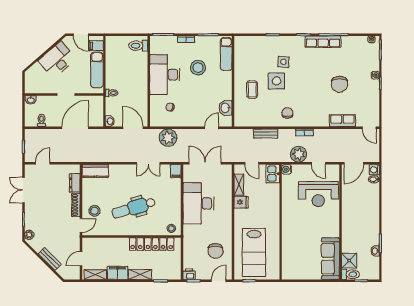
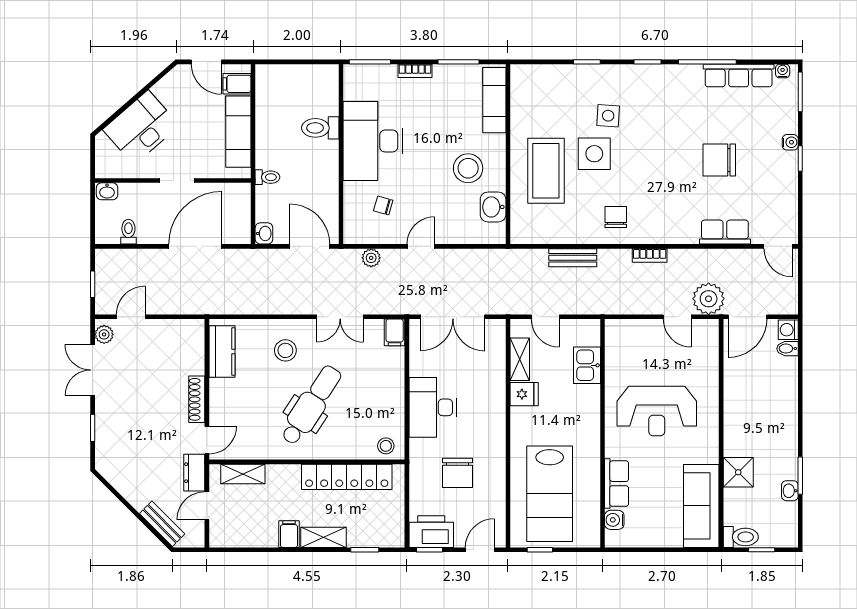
row of seats: (323, 42) -> (739, 75), moved
toilet: (138, 46) -> (320, 128), moved
desk: (57, 60) -> (141, 127), moved
stool: (198, 68) -> (468, 168), moved
chair: (339, 84) -> (719, 160), turned 90
coffee table: (252, 90) -> (546, 171), width x1.86, depth x1.72
door: (212, 128) -> (421, 246), moved
plant: (168, 138) -> (371, 258), width x0.53, depth x0.53
plant: (299, 154) -> (709, 299), moved
double door: (205, 163) -> (453, 317), swing flipped
water cooler: (287, 169) -> (614, 520), moved
kitchen counter: (95, 171) -> (222, 352), moved, turned -90
kitchen sink: (273, 174) -> (587, 365), moved
dresser: (75, 183) -> (194, 473), moved
reception desk: (318, 194) -> (657, 411), moved
desk: (199, 203) -> (433, 407), width x0.73, depth x0.77
dental chair: (134, 208) -> (311, 405), turned 140
stool: (95, 211) -> (285, 350), moved
plant: (29, 235) -> (104, 334), moved
row of seats: (288, 247) -> (617, 484), added
chair: (215, 251) -> (457, 473), moved
bench: (50, 259) -> (162, 524), moved
shower: (349, 261) -> (738, 472), moved
filing cabinet: (117, 273) -> (289, 534), width x0.50
printer: (189, 274) -> (431, 532), width x1.87, depth x1.48
shelving: (95, 275) -> (243, 474), moved

